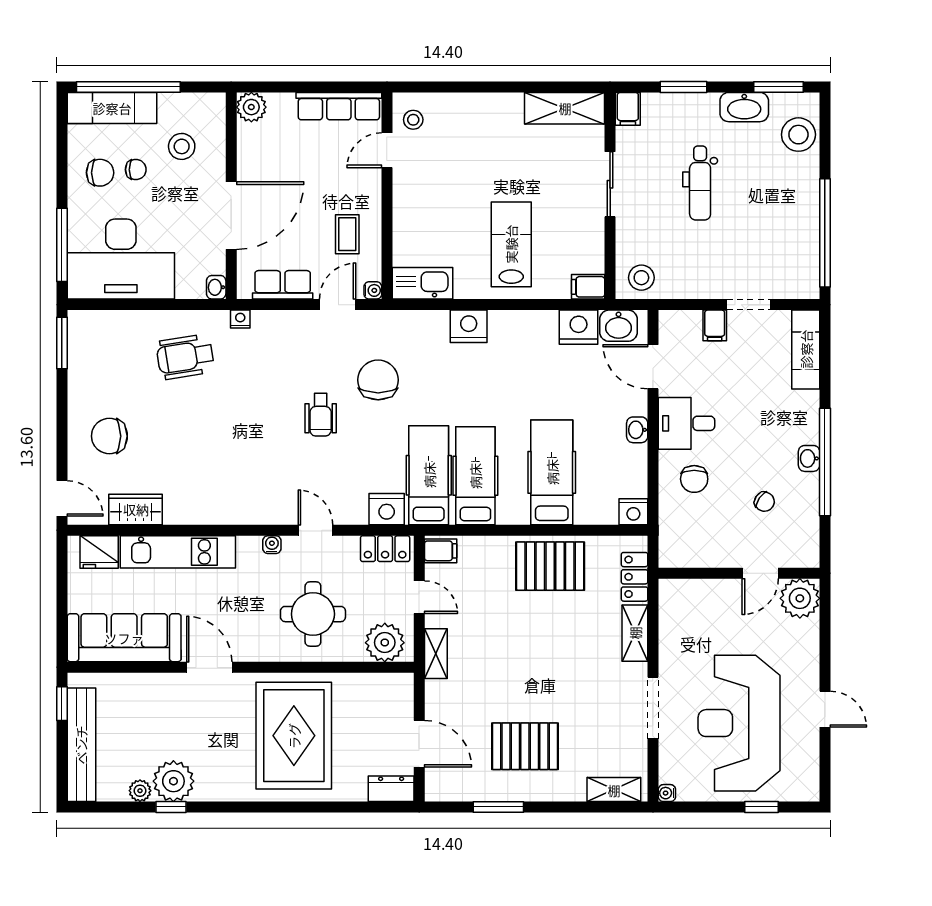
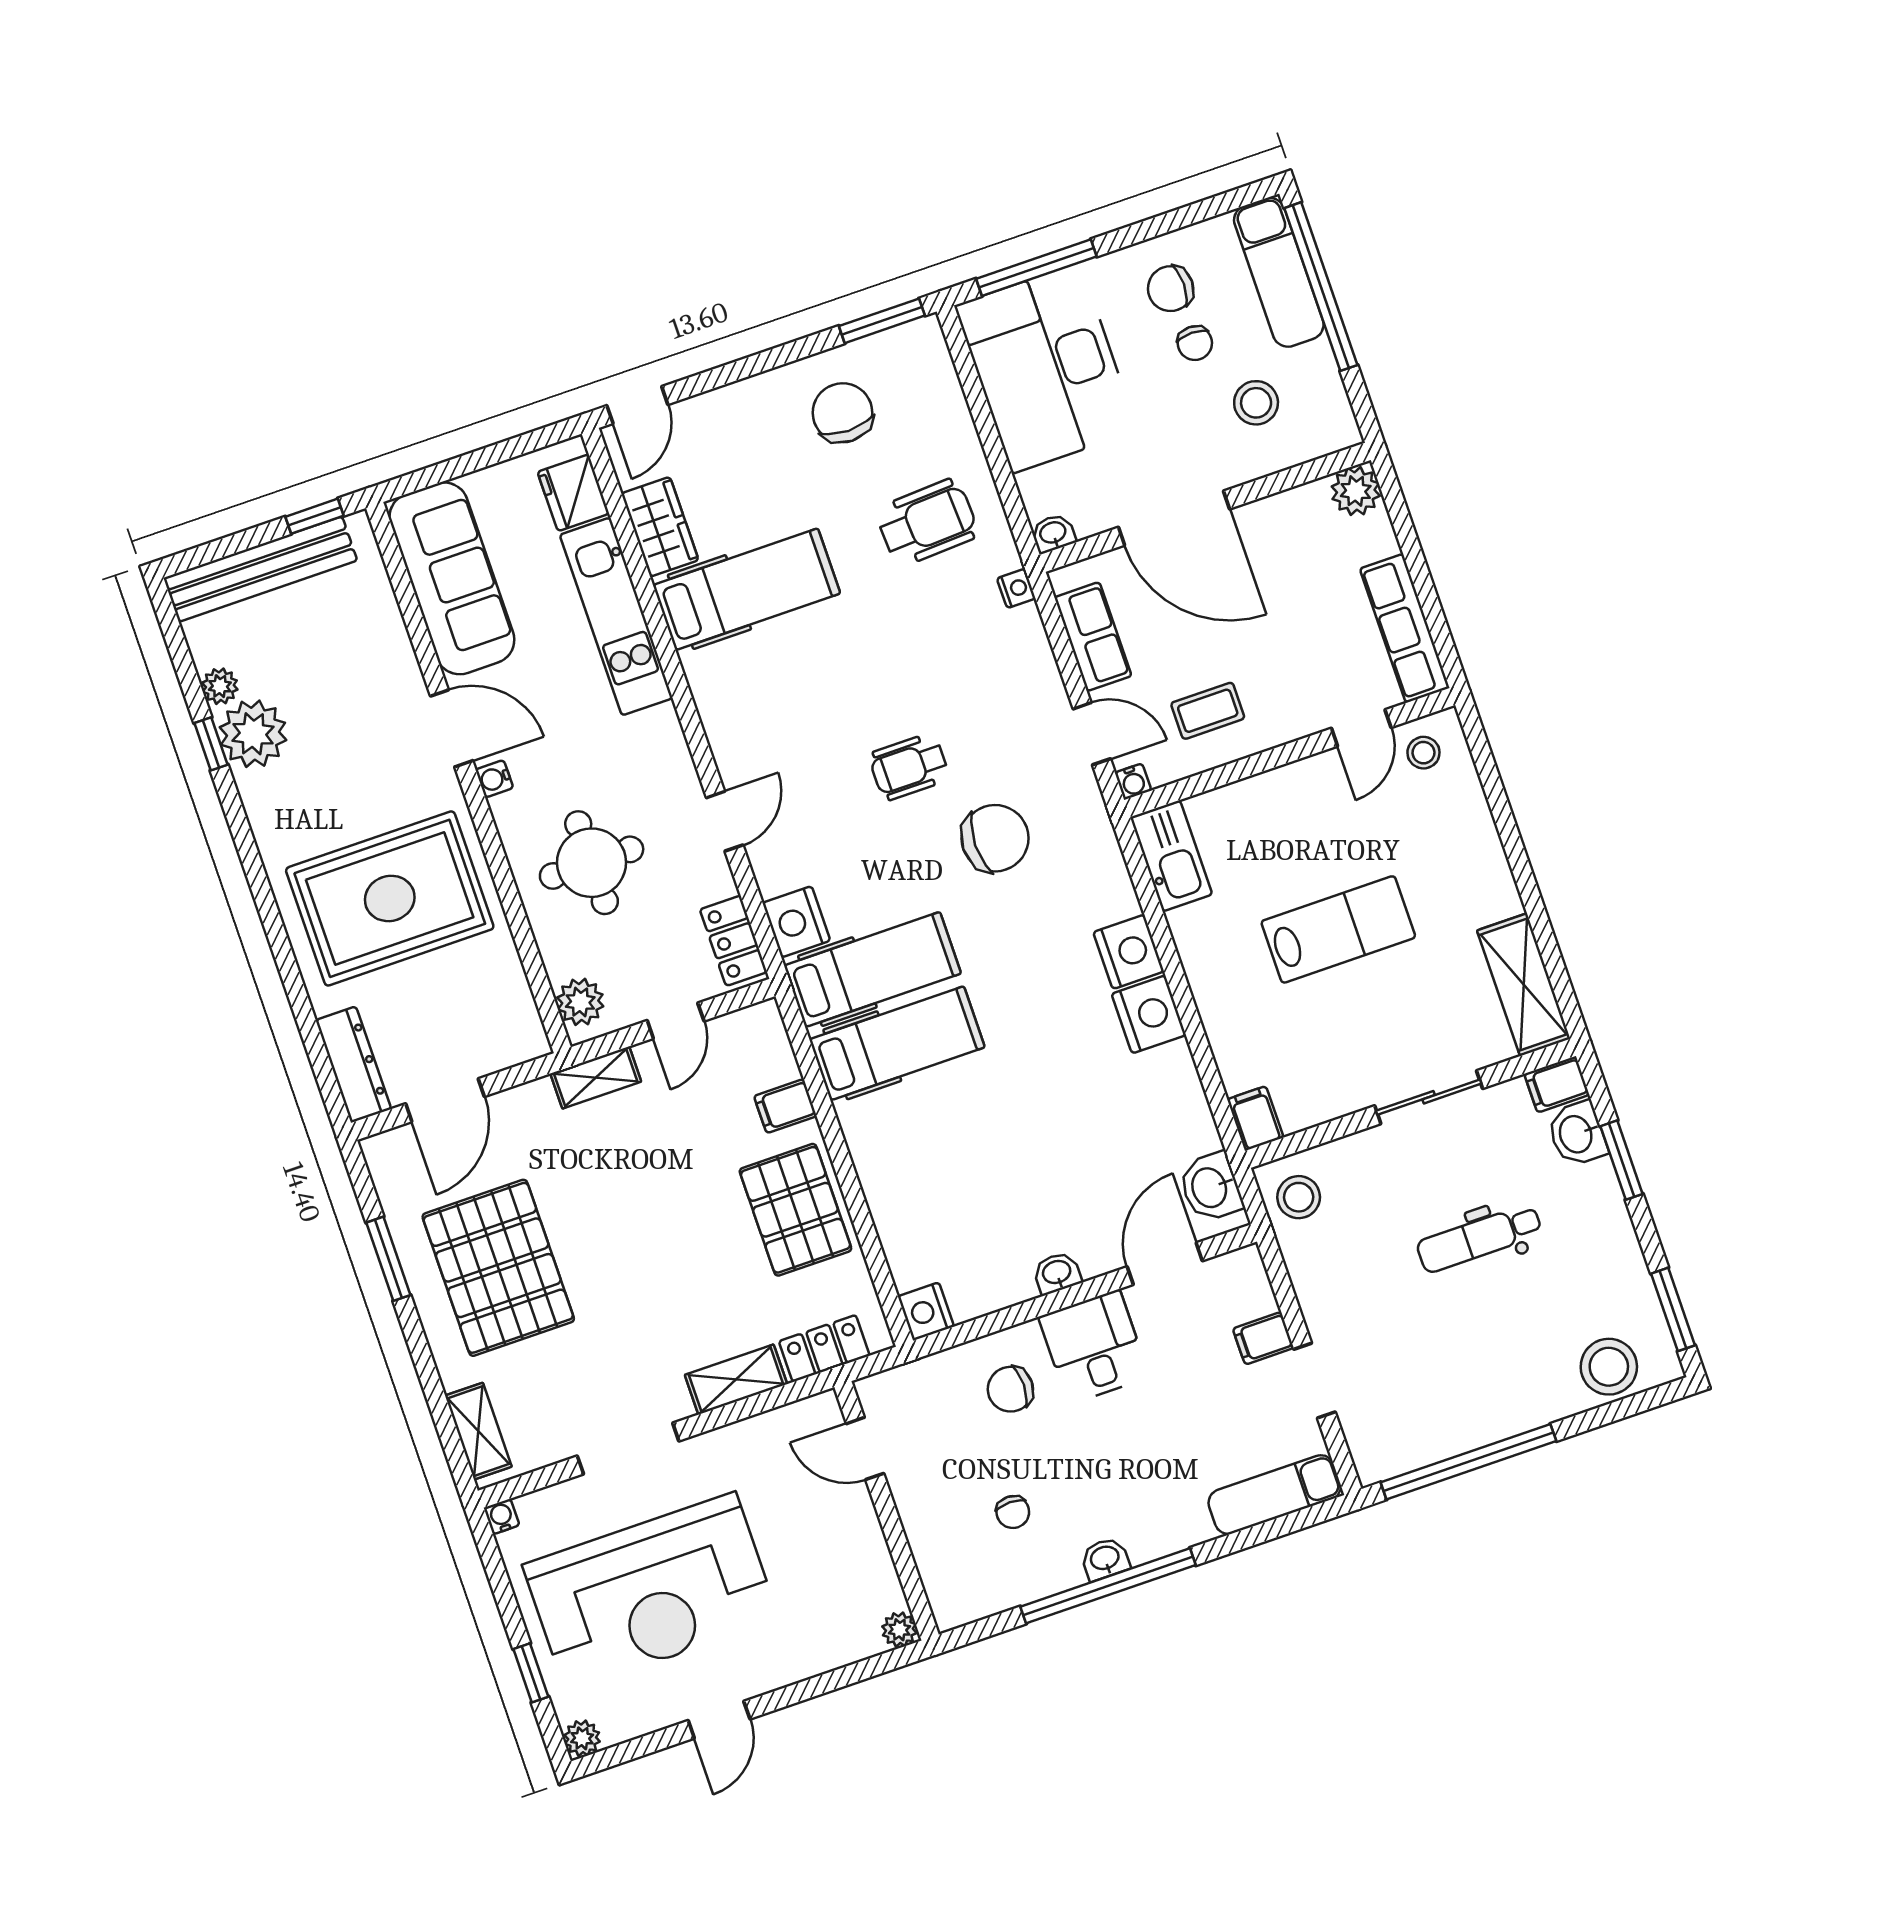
washbasin: (744, 107) -> (1577, 1134), moved, width x0.72
door: (387, 150) -> (1361, 728), swing flipped
chair: (100, 173) -> (1171, 289), turned 90
lab bench: (511, 244) -> (1338, 929), moved
nightstand: (579, 327) -> (1149, 1014), moved
wheelchair: (185, 357) -> (927, 522), turned 96
chair: (109, 436) -> (843, 413), moved
hospital bed: (552, 472) -> (747, 589), moved
chair: (764, 502) -> (1013, 1512), turned -34
water cooler: (272, 545) -> (494, 779), moved, turned 180
filing cabinet: (441, 551) -> (785, 1106), moved, turned 90
door: (760, 573) -> (865, 1449), moved
plant: (800, 598) -> (899, 1630), width x0.53, depth x0.53
plant: (385, 643) -> (580, 1002), width x0.73, depth x0.73
door: (209, 667) -> (452, 728), hinge flipped
reception desk: (739, 723) -> (651, 1592), turned 180
pallet: (525, 746) -> (498, 1268), width x1.37, depth x1.41
dresser: (391, 789) -> (353, 1065), width x1.44
plant: (809, 791) -> (582, 1738), added

